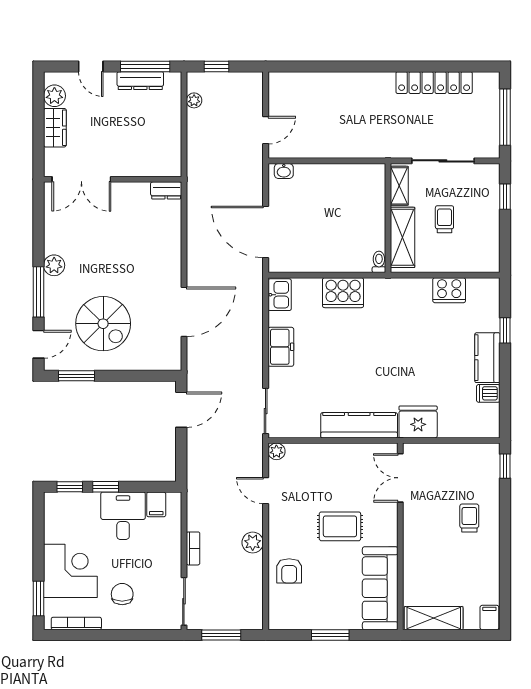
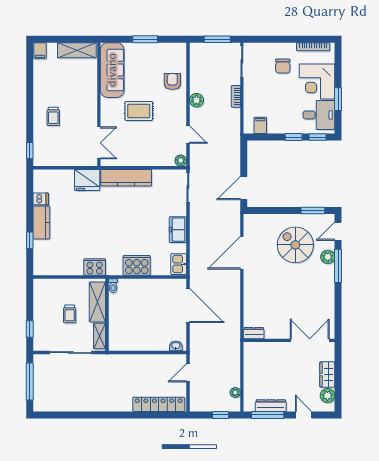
locker: (434, 83) -> (159, 404), moved
plant: (54, 265) -> (328, 257), moved
cooker: (449, 290) -> (95, 267), moved
desk: (123, 516) -> (319, 115), moved, turned -90
window: (38, 598) -> (338, 99), moved

